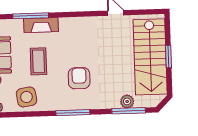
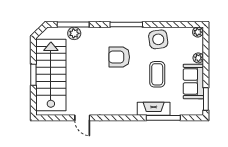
armchair: (79, 78) -> (119, 57), turned 90
side table: (27, 97) -> (158, 39), moved

